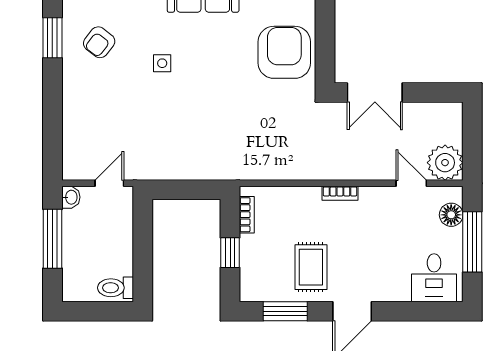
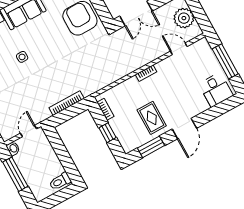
plant: (445, 163) -> (184, 18), moved
bookcase: (192, 172) -> (67, 103), added
floor lamp: (451, 215) -> (207, 54), removed

